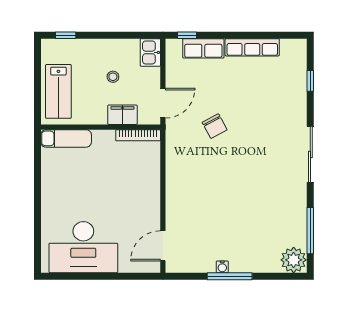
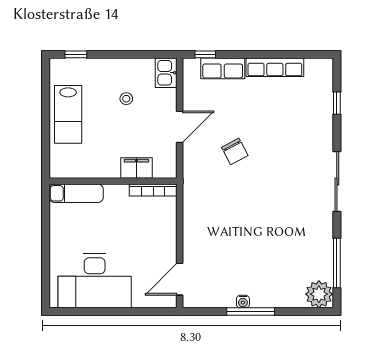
filing cabinet: (122, 115) -> (136, 168), moved
wall: (101, 127) -> (113, 181), moved
bookcase: (138, 135) -> (153, 190), moved
exam couch: (66, 138) -> (76, 193), moved

